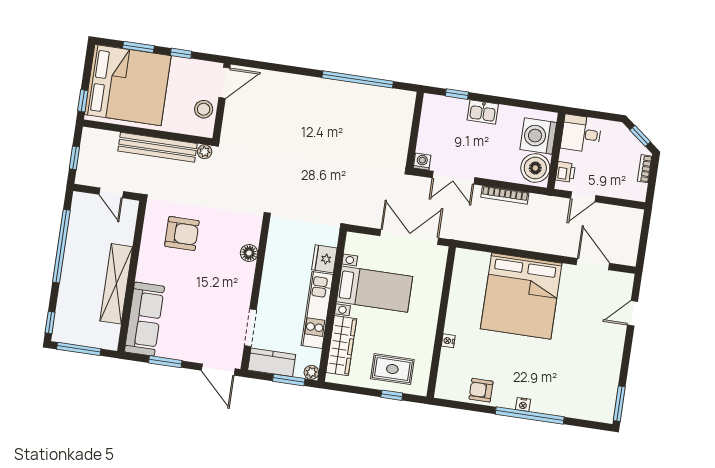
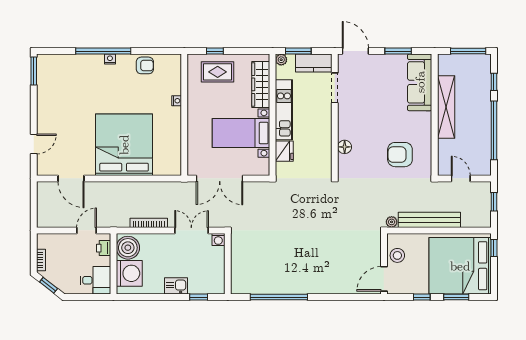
window: (50, 322) -> (494, 82), moved

